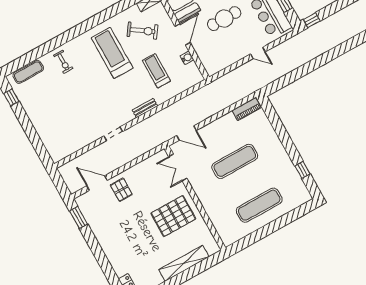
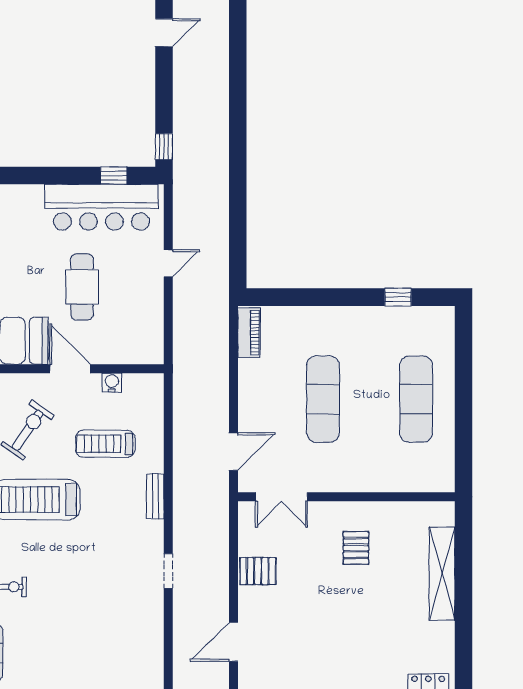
pallet: (121, 190) -> (258, 571), moved
pallet: (173, 216) -> (356, 548), width x0.49, depth x0.50

